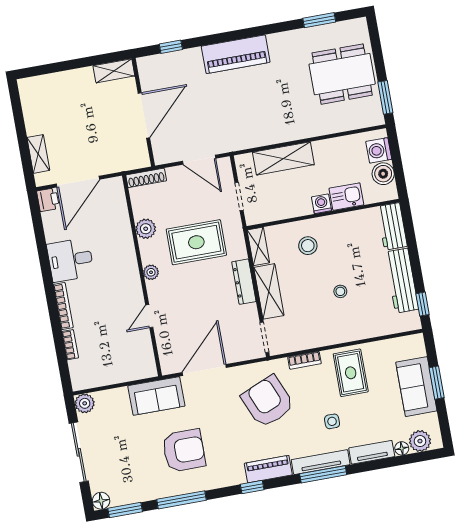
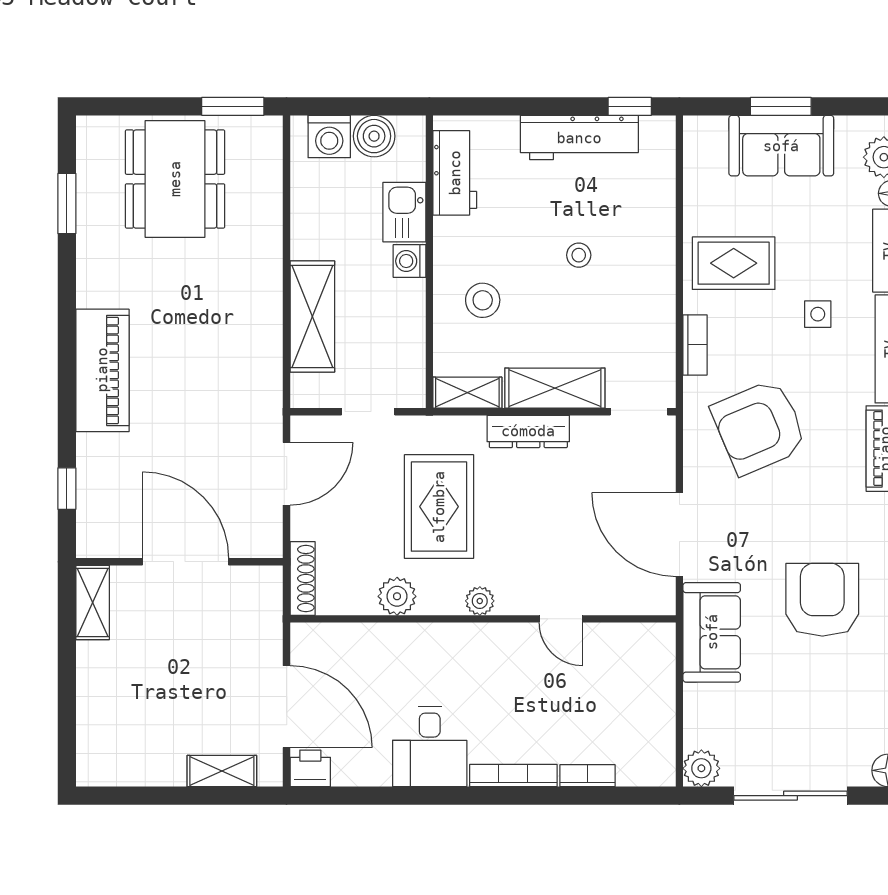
workbench: (392, 226) -> (455, 173), moved, turned -90

